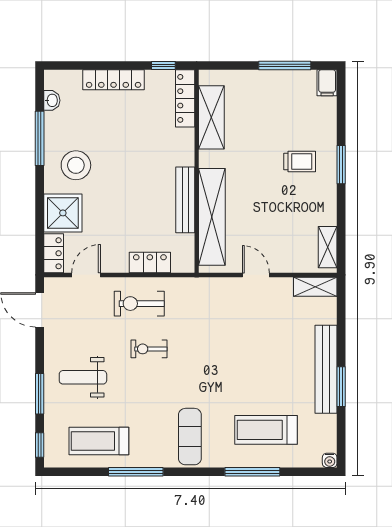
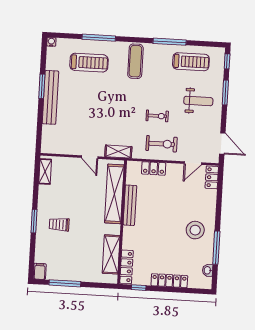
shower: (63, 213) -> (205, 202), removed
shelving: (315, 287) -> (118, 152), moved

